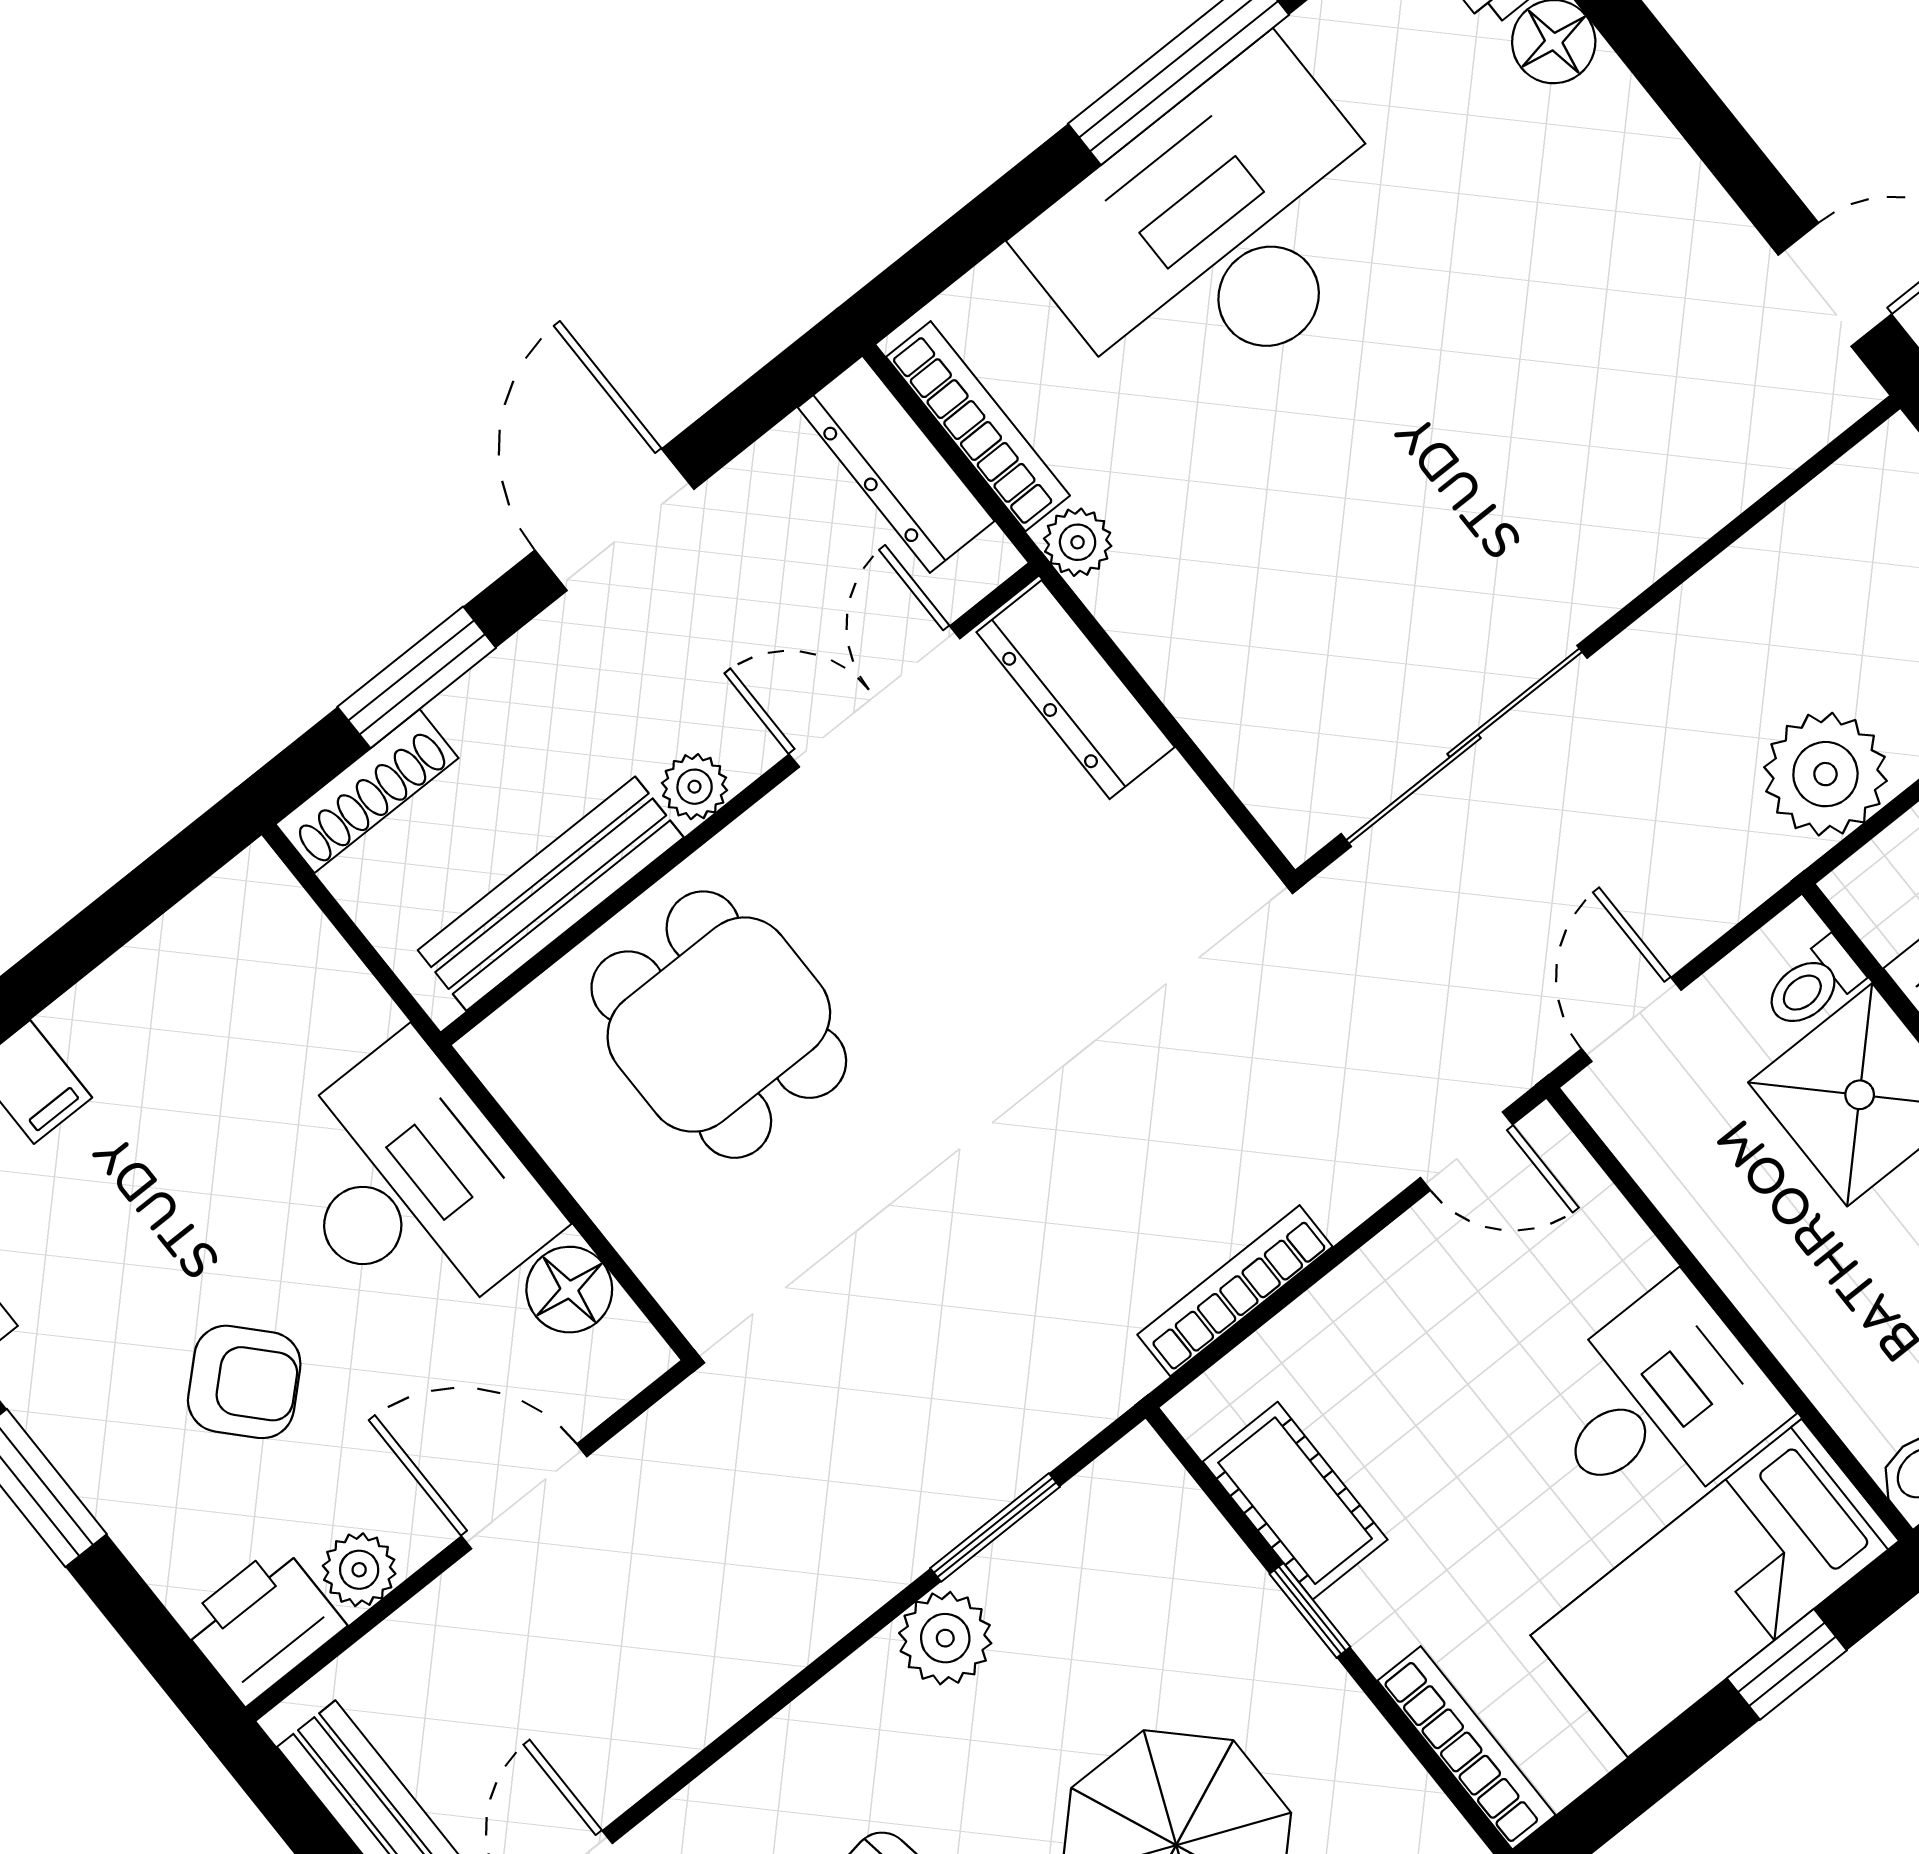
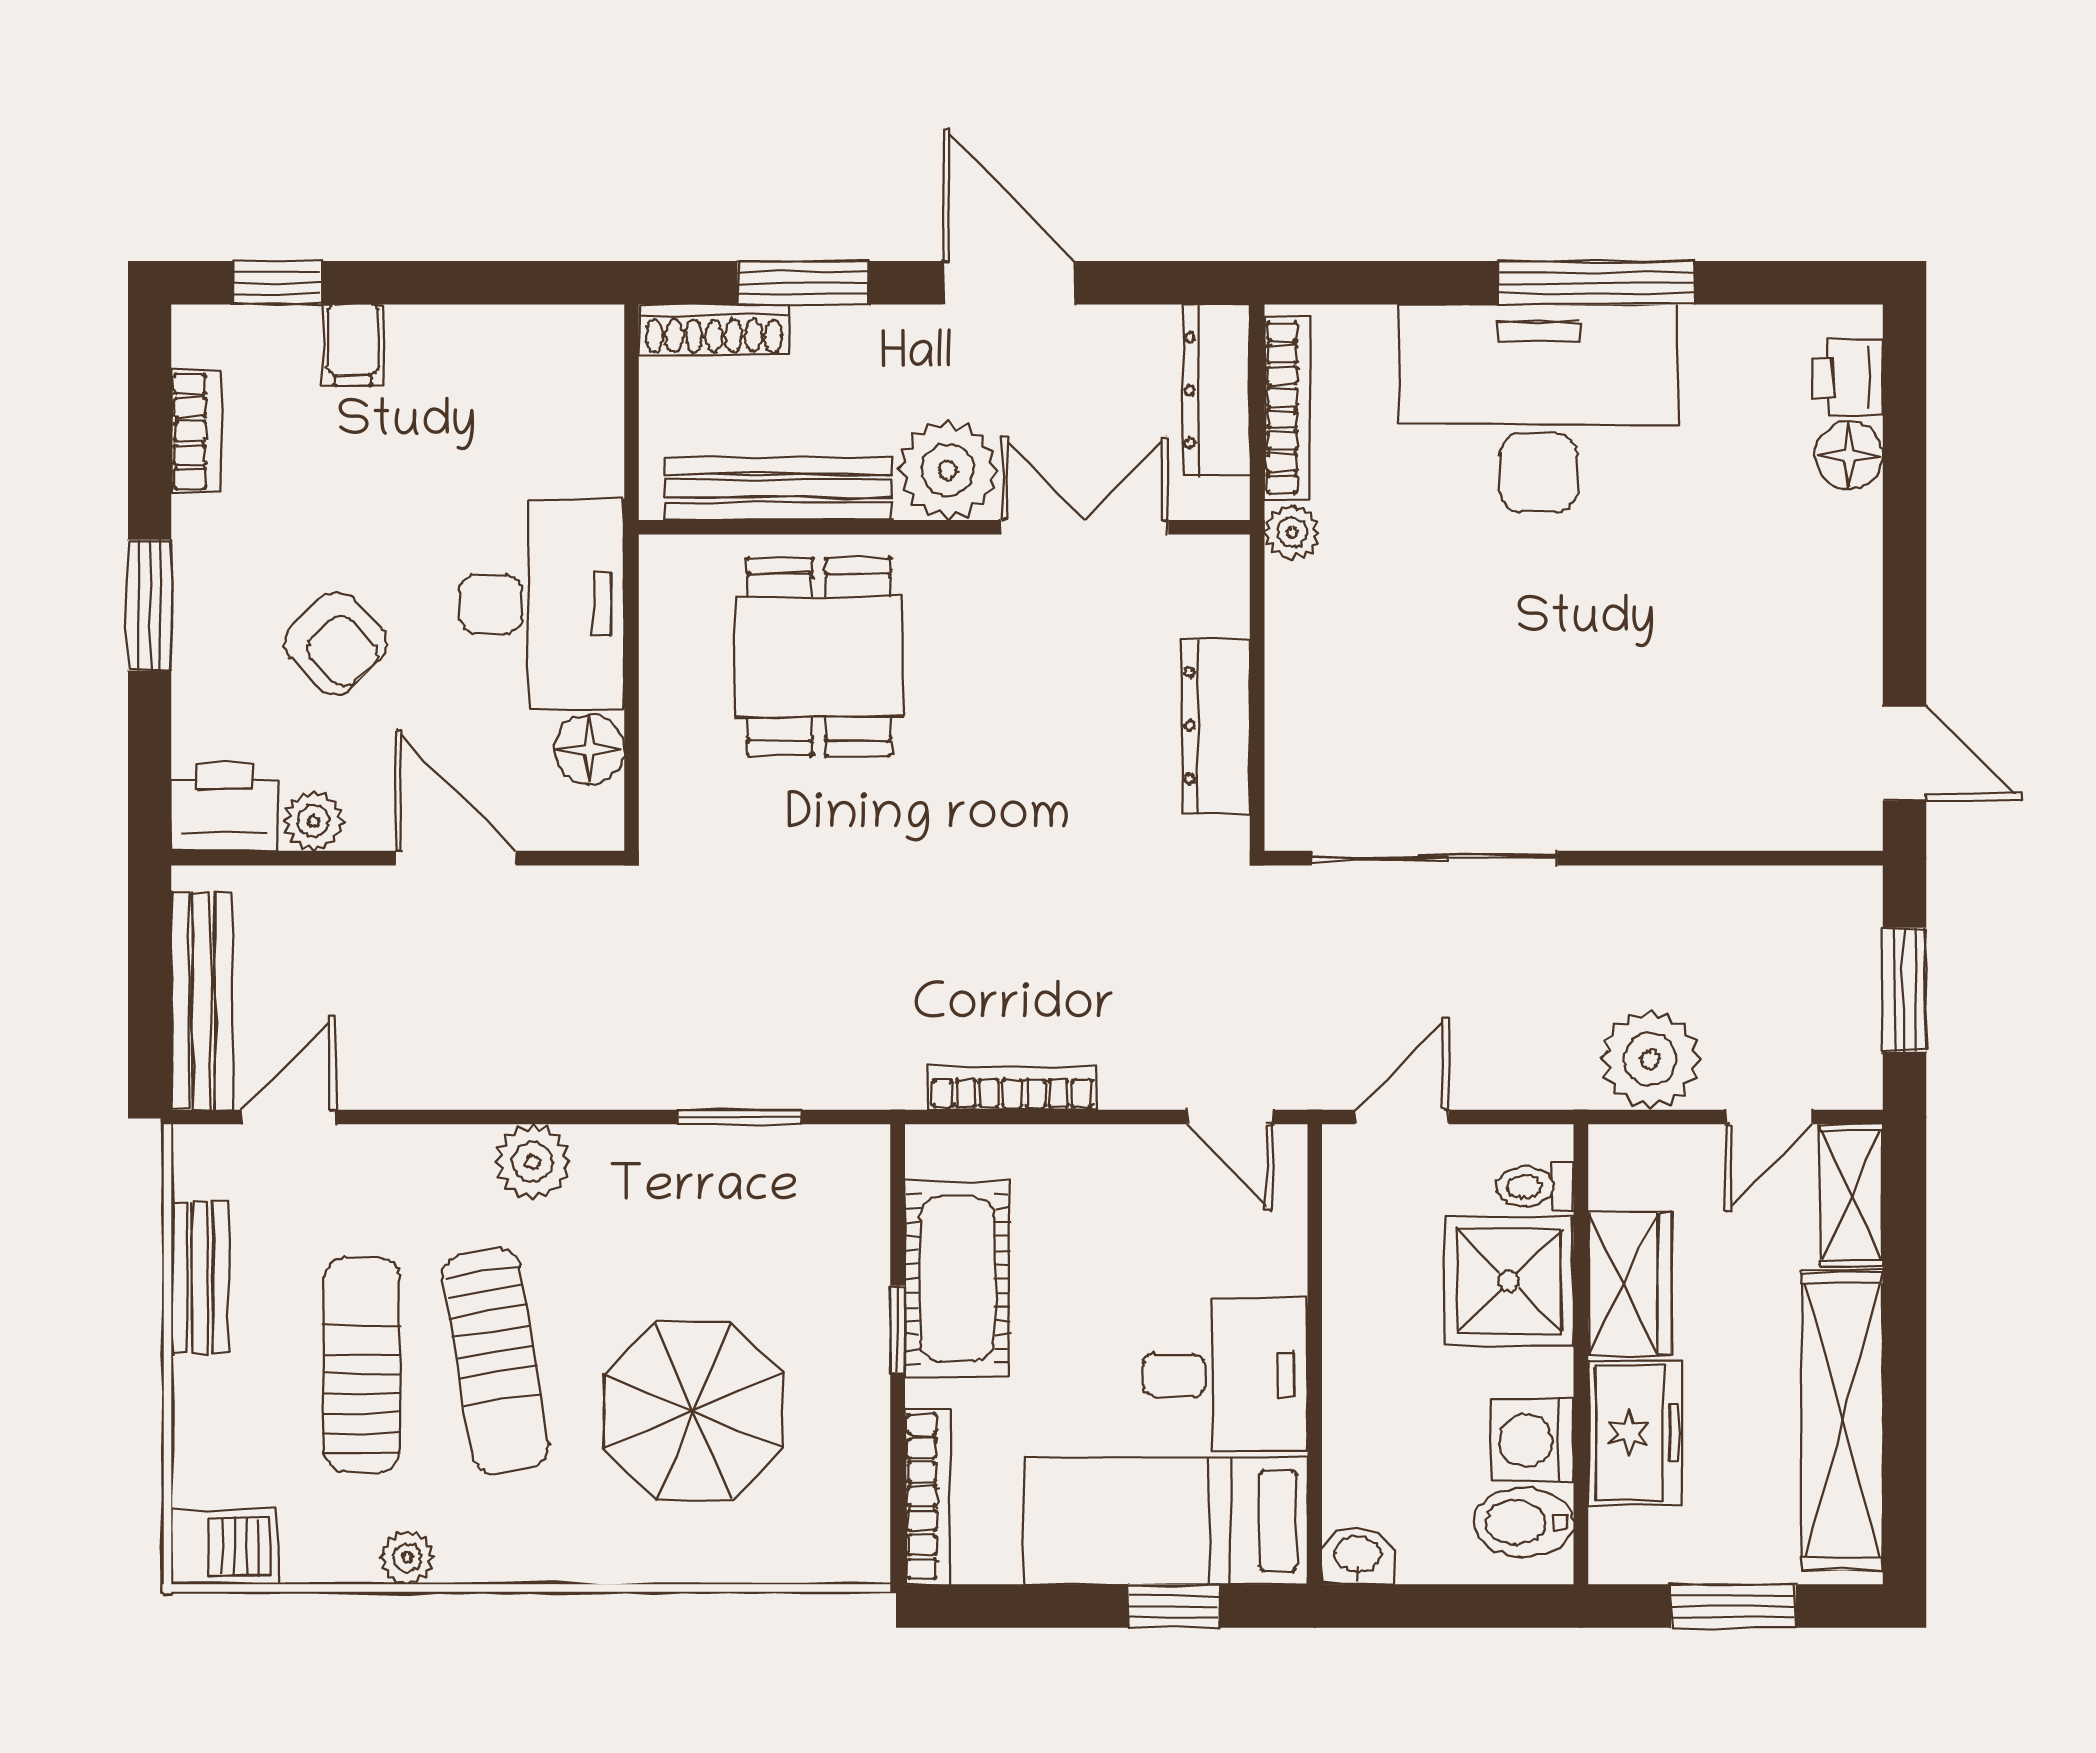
door: (614, 520) -> (1009, 283), hinge flipped
dresser: (1076, 690) -> (1216, 726), moved
plant: (695, 787) -> (948, 470), width x1.88, depth x1.88
cot: (1295, 1501) -> (957, 1279), width x1.37, depth x1.34
plant: (945, 1638) -> (533, 1162), moved

